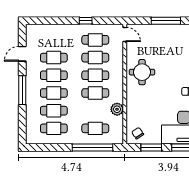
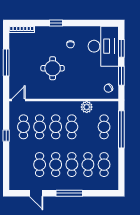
round table: (142, 72) -> (53, 68), moved

